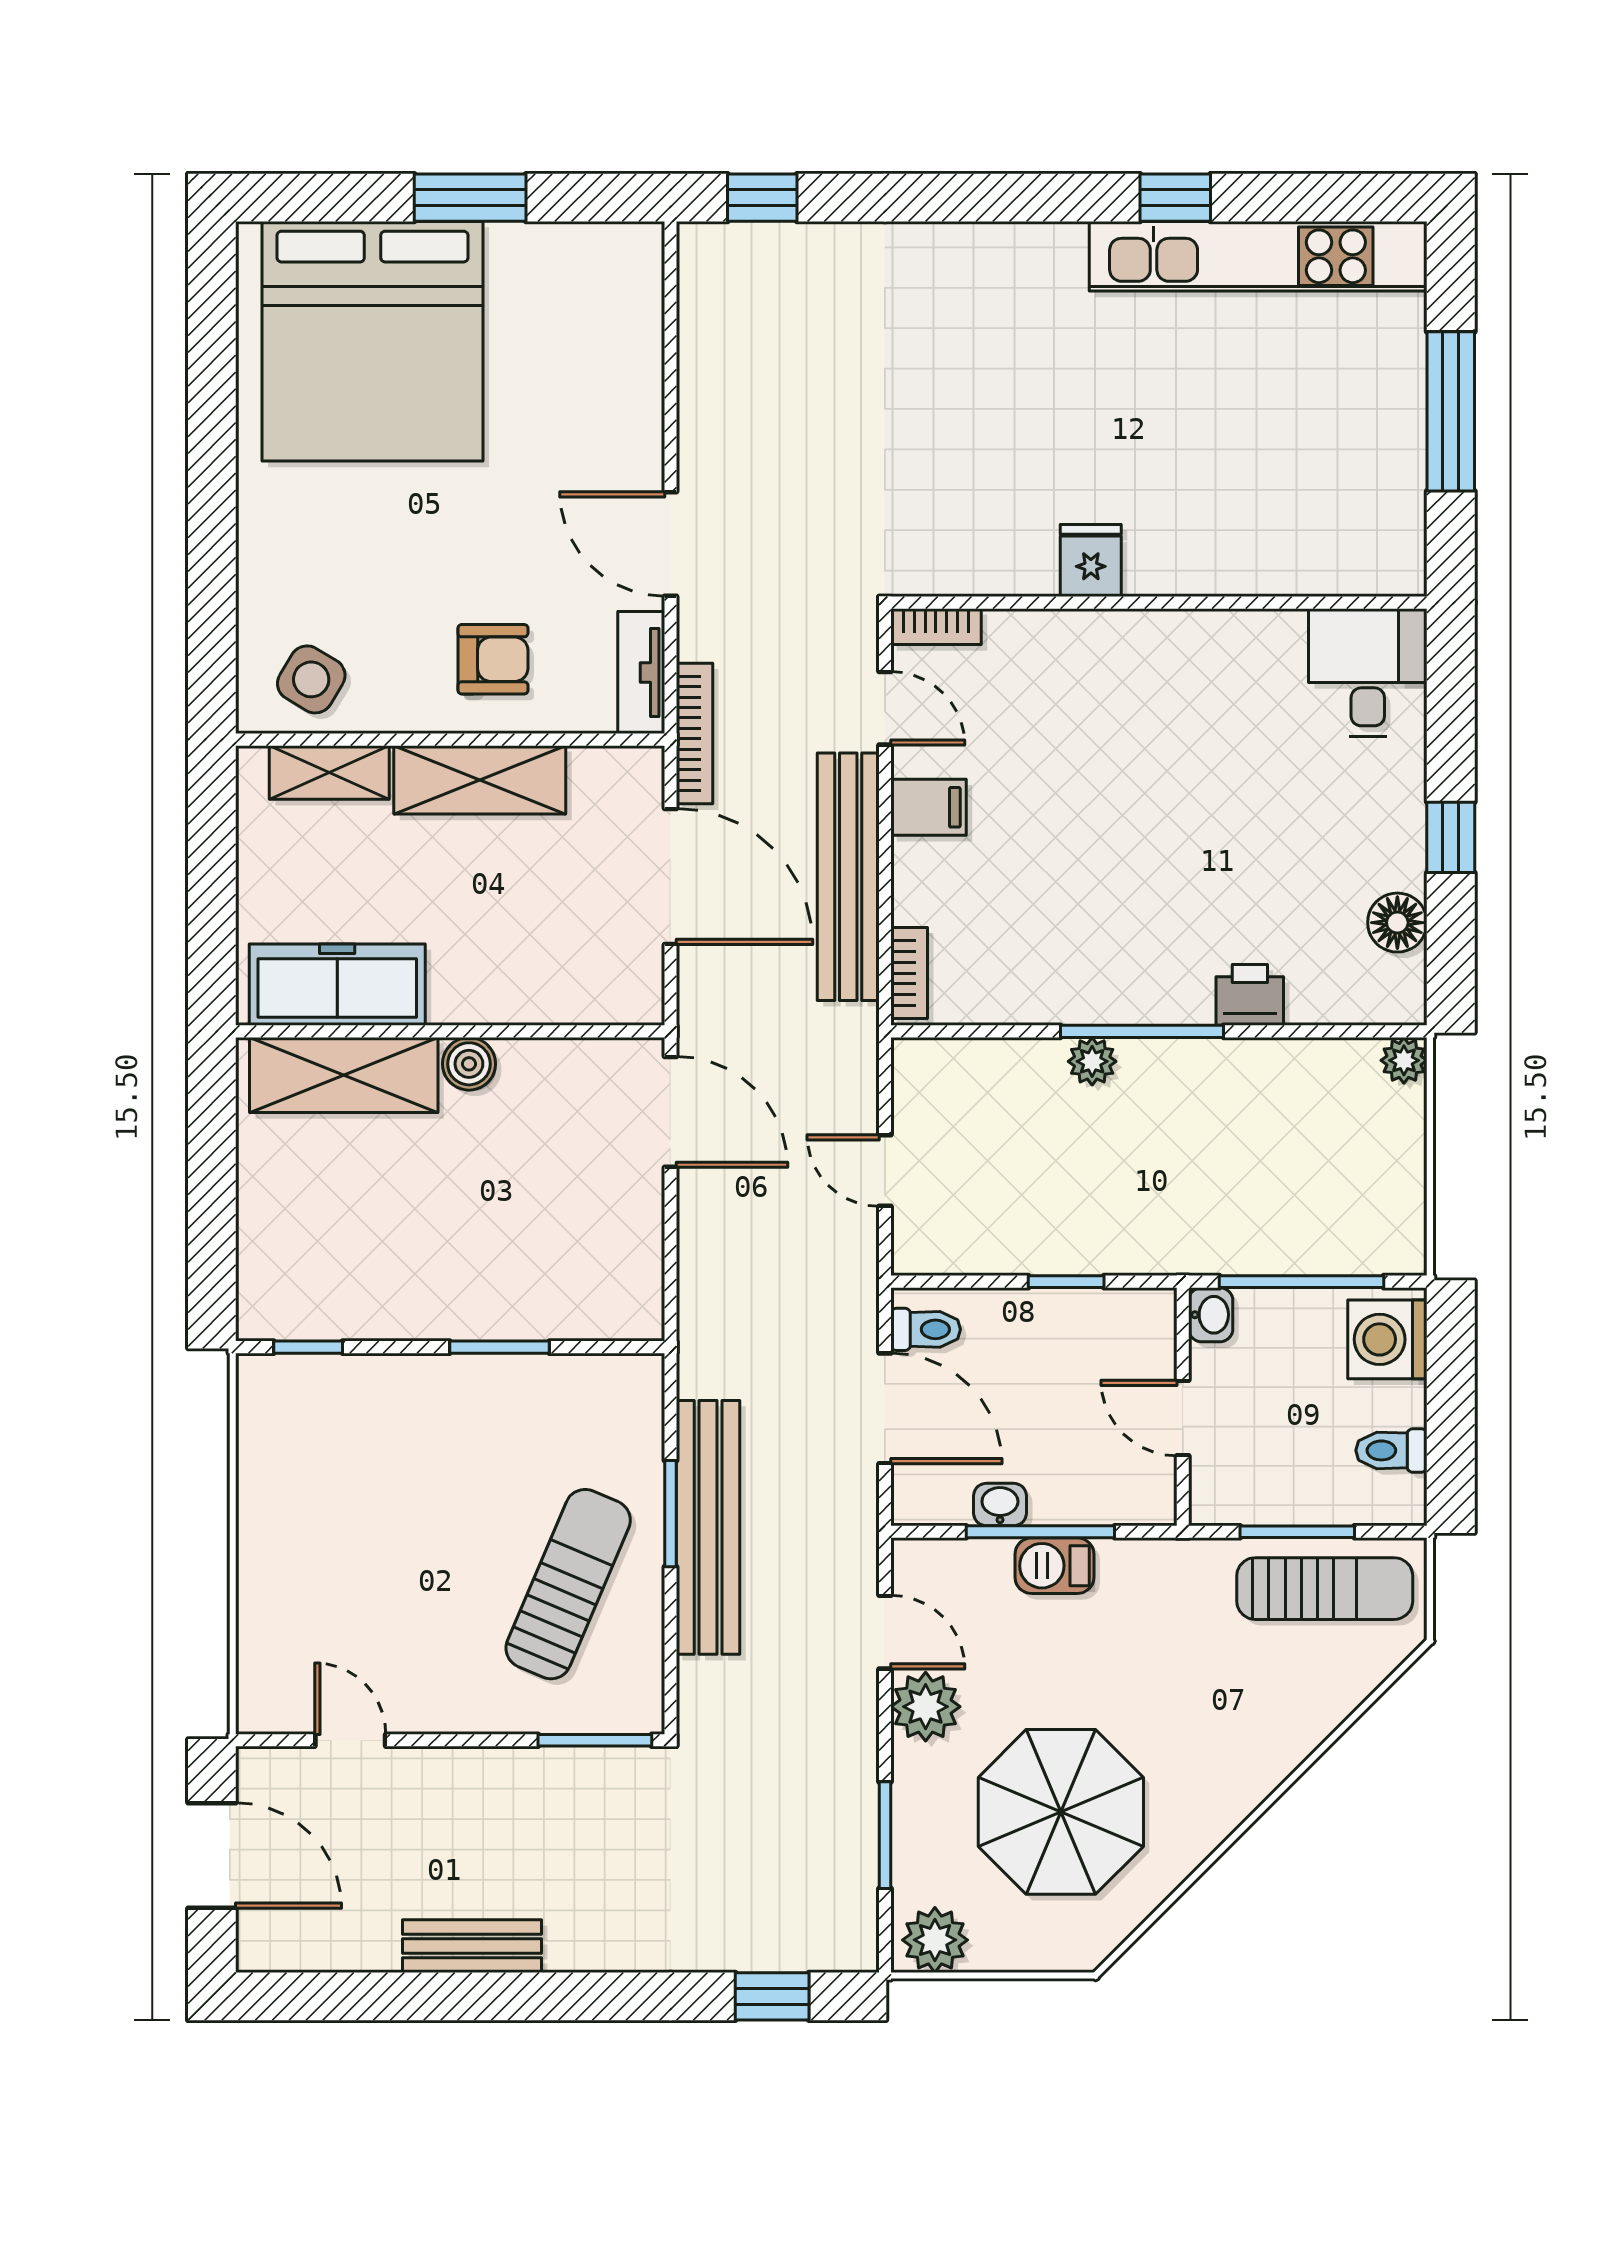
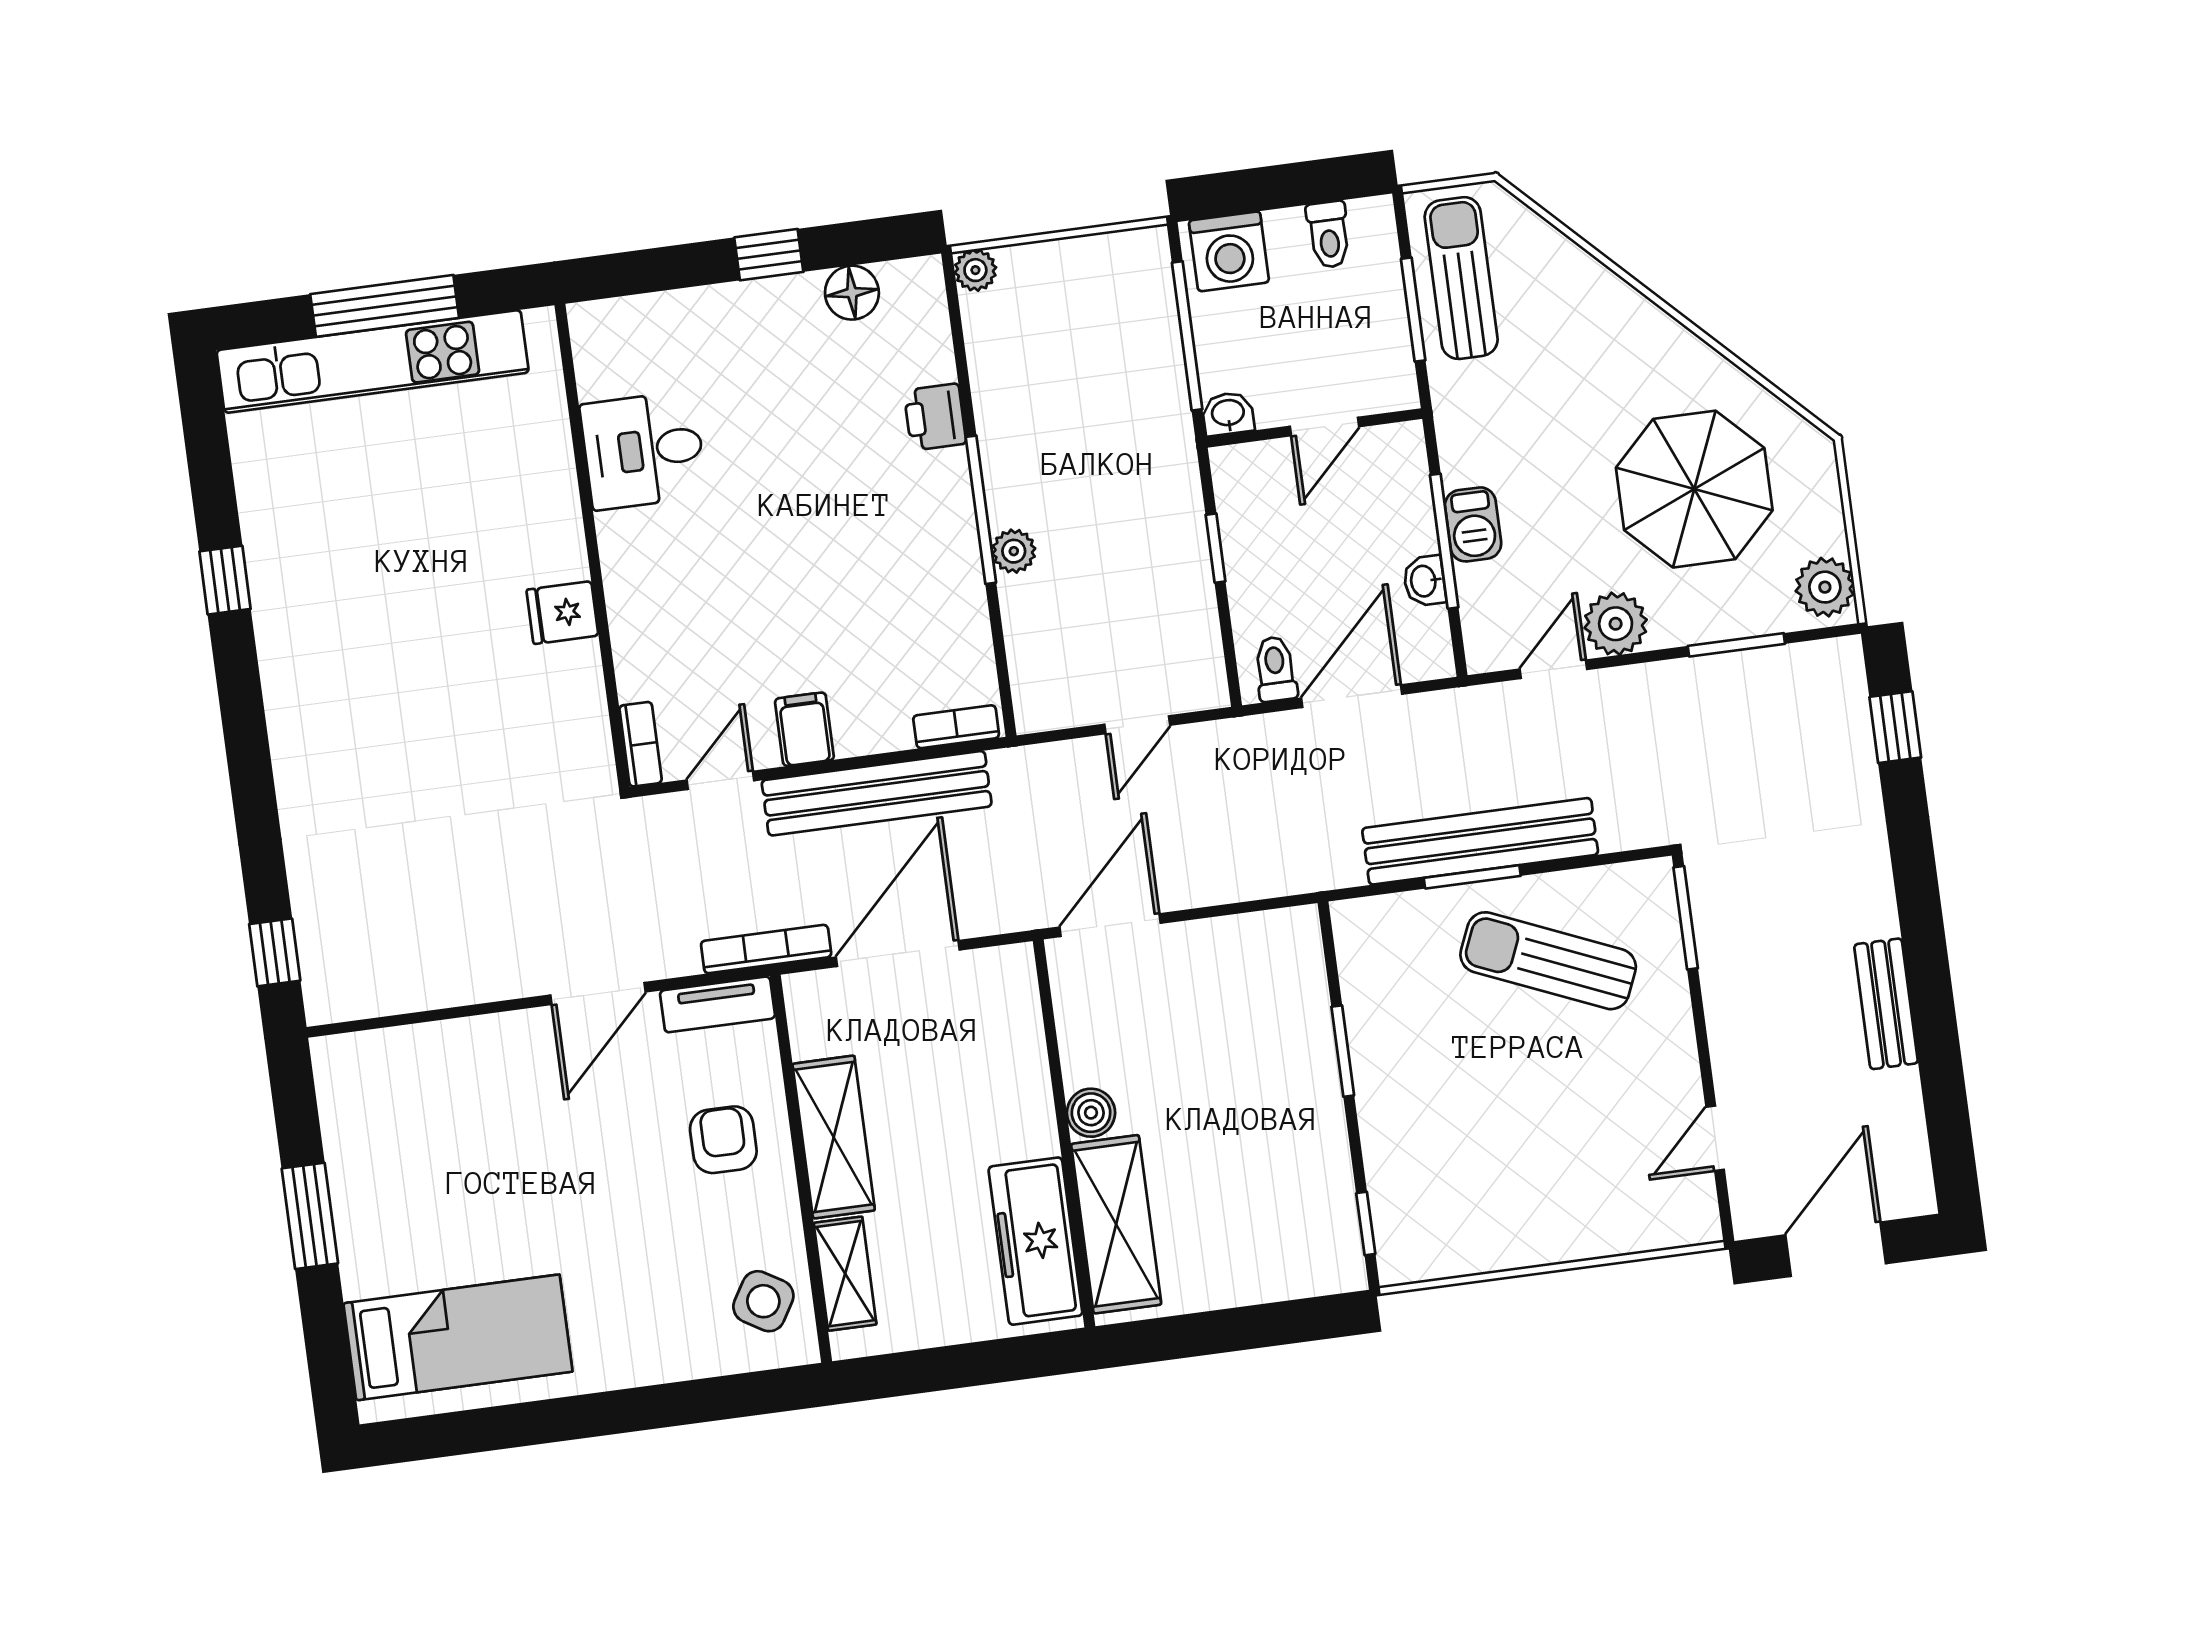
kitchen unit: (1258, 256) -> (373, 361), moved, turned 90
bed: (373, 341) -> (458, 1337), width x0.49
desk: (1368, 672) -> (643, 450), moved

